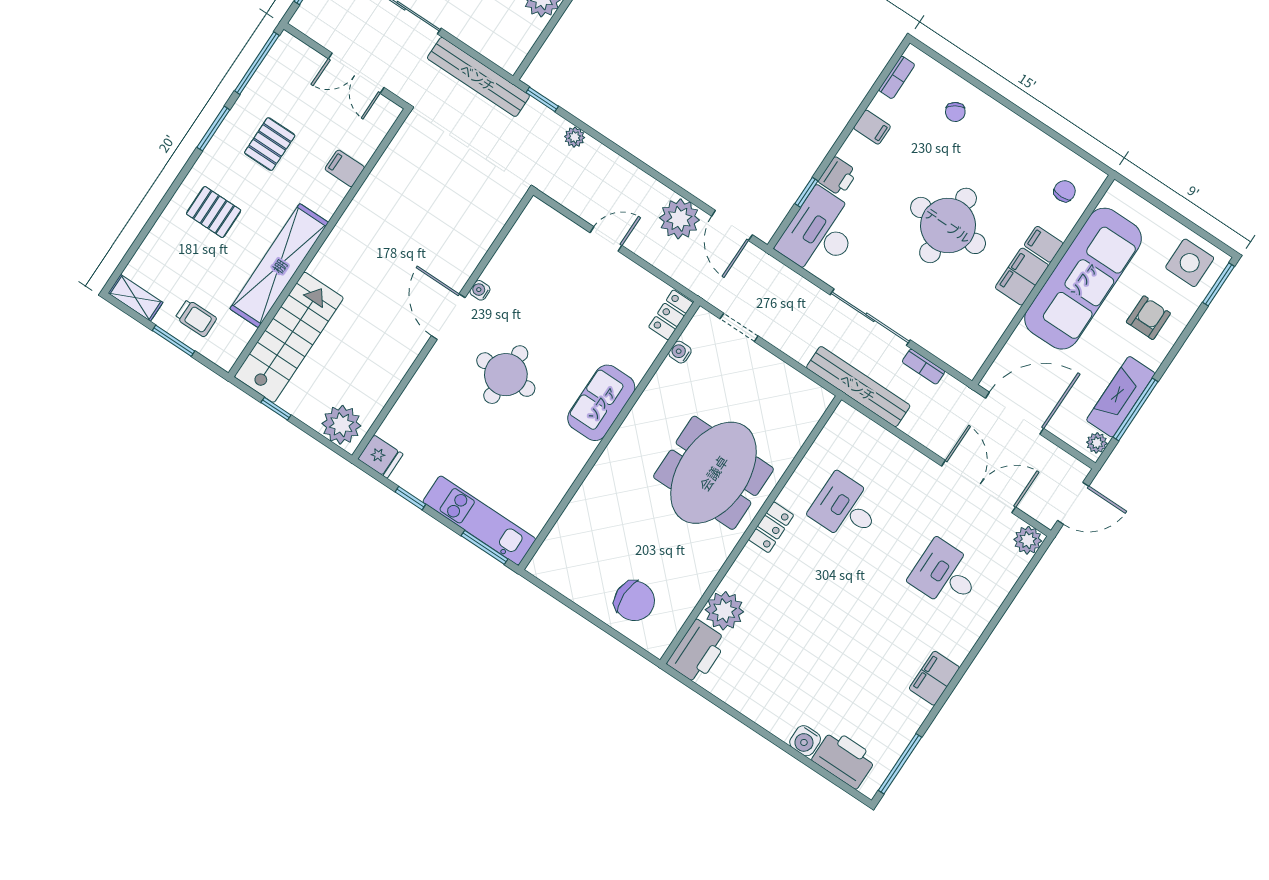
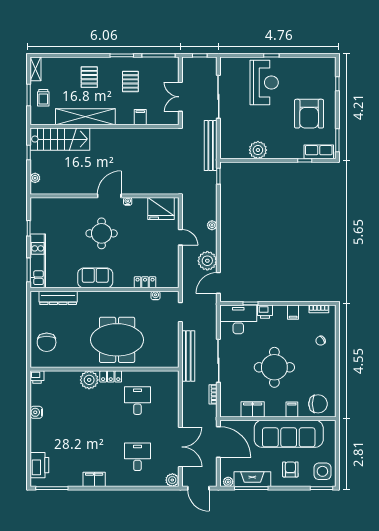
plant: (575, 137) -> (212, 225), moved
pallet: (270, 144) -> (130, 81), turned 90
chair: (1065, 191) -> (318, 404), width x1.87, depth x1.87
filing cabinet: (1022, 277) -> (253, 409), moved
locker: (671, 315) -> (145, 282), moved
armchair: (1148, 318) -> (290, 469), turned -90
bench: (858, 387) -> (188, 356), moved
sofa: (601, 403) -> (95, 278), moved
plant: (341, 425) -> (35, 178), width x0.53, depth x0.53
fridge: (380, 457) -> (161, 208), moved, width x1.88, depth x1.34
dresser: (569, 528) -> (58, 298), added
plant: (724, 611) -> (89, 380), moved
printer: (697, 652) -> (37, 377), width x0.53, depth x0.68
water cooler: (805, 741) -> (36, 412), moved

